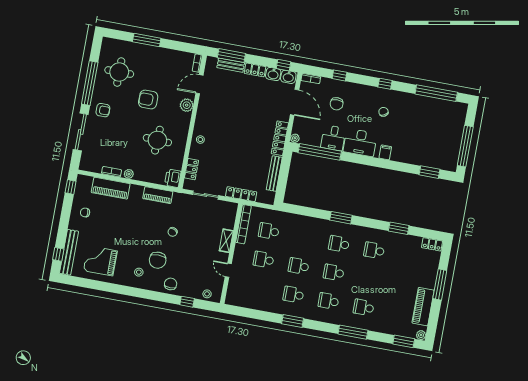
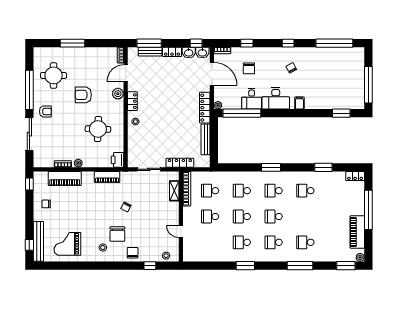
locker: (192, 169) -> (132, 101), moved
school desk: (304, 237) -> (242, 191), added
shelving: (226, 241) -> (174, 191), moved
window: (440, 284) -> (368, 210), width x1.46

